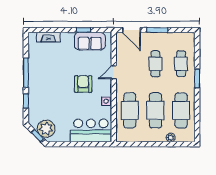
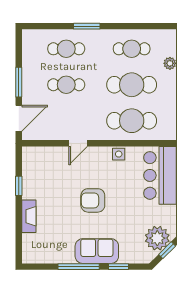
fireplace: (48, 37) -> (29, 216), moved
sofa: (90, 41) -> (97, 251), moved, turned -90
door: (114, 72) -> (78, 143), hinge flipped
armchair: (83, 84) -> (93, 200), moved
cafe table: (181, 110) -> (132, 49), width x0.73, depth x0.74

